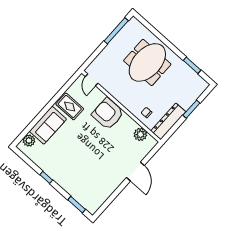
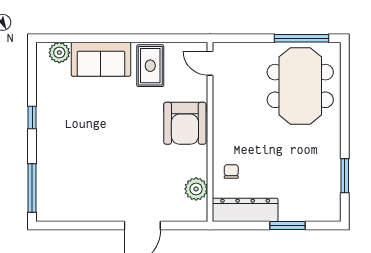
meeting table: (147, 62) -> (300, 86), moved, turned 90
door: (92, 80) -> (210, 63), hinge flipped
armchair: (108, 114) -> (185, 123), turned 180
window: (77, 205) -> (32, 188), width x1.44

